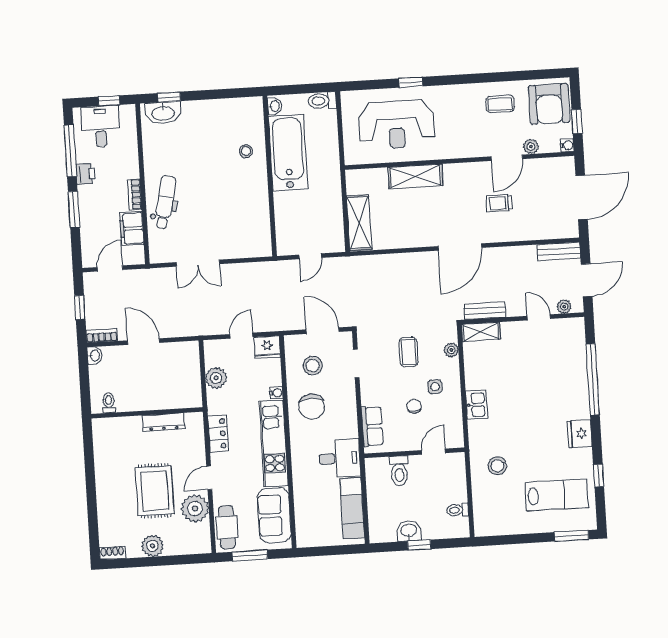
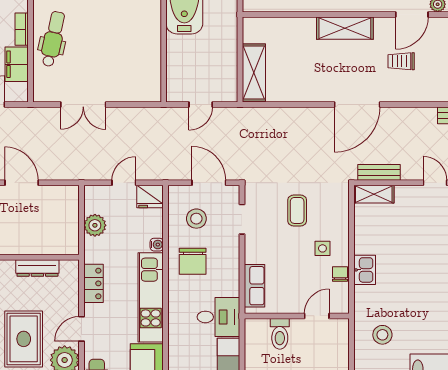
shelving: (415, 176) -> (345, 28), moved
plant: (451, 350) -> (342, 211), removed
chair: (414, 406) -> (340, 274), moved

